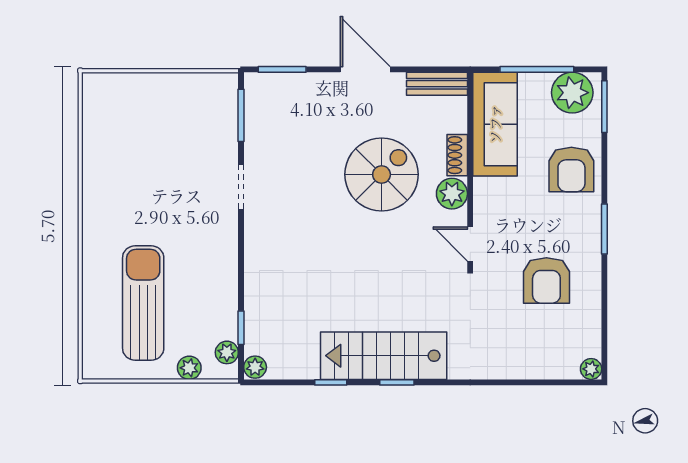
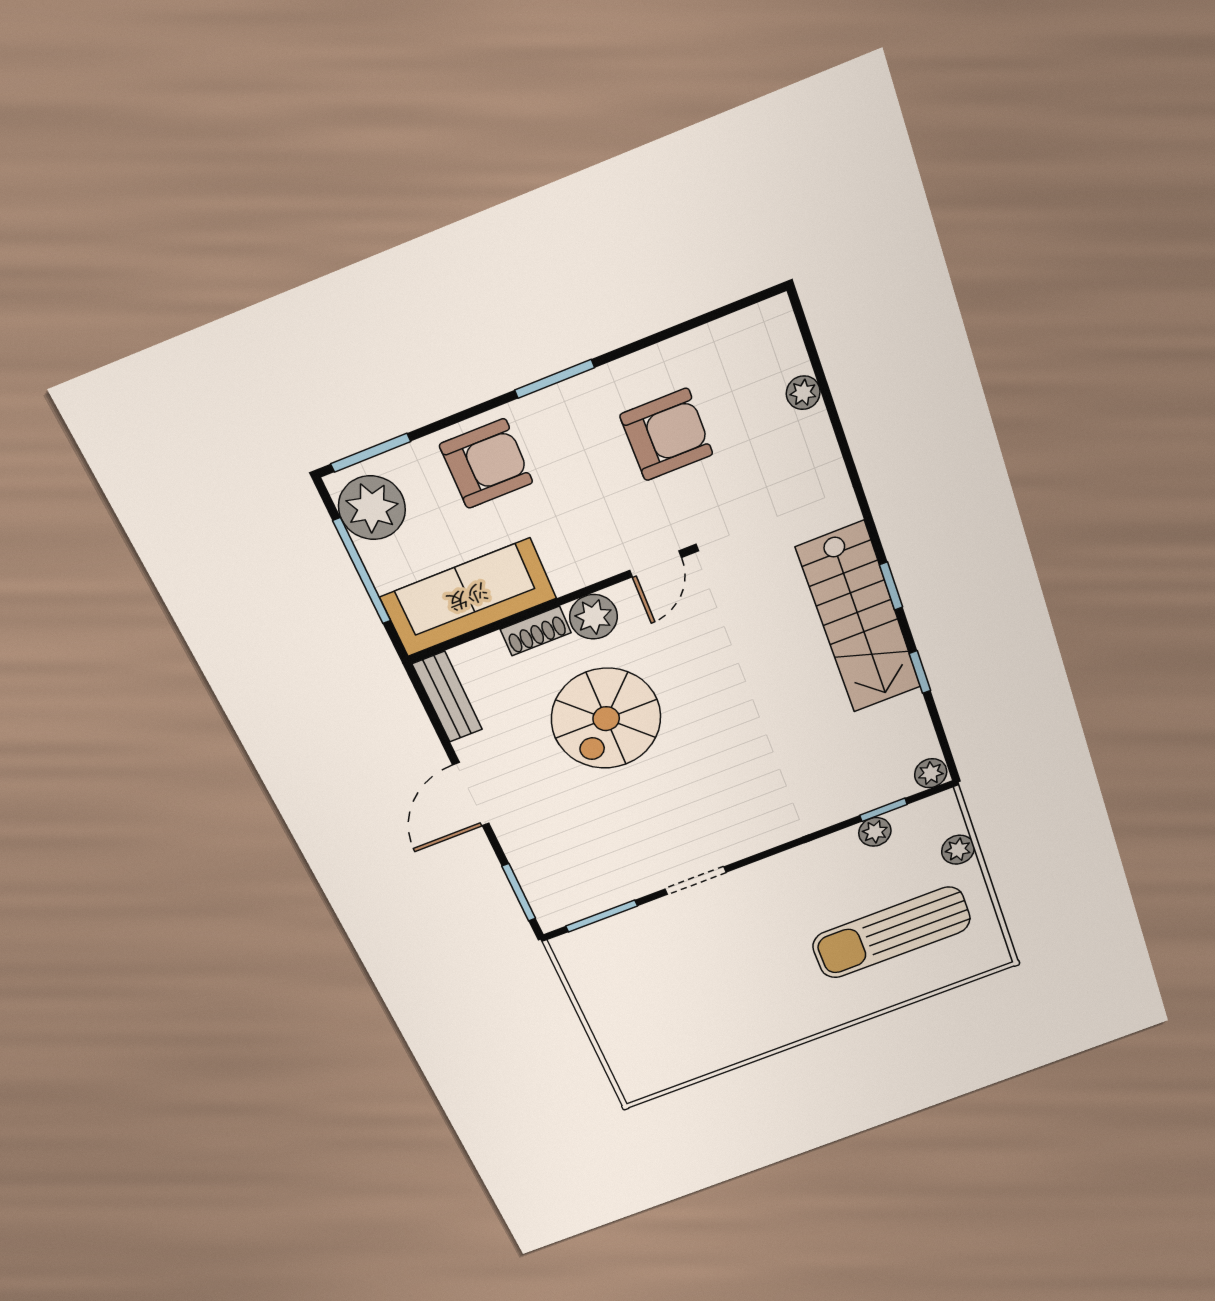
spiral stairs: (382, 174) -> (606, 719), turned -90
plant: (227, 352) -> (875, 832), moved
plant: (591, 369) -> (803, 393), moved

